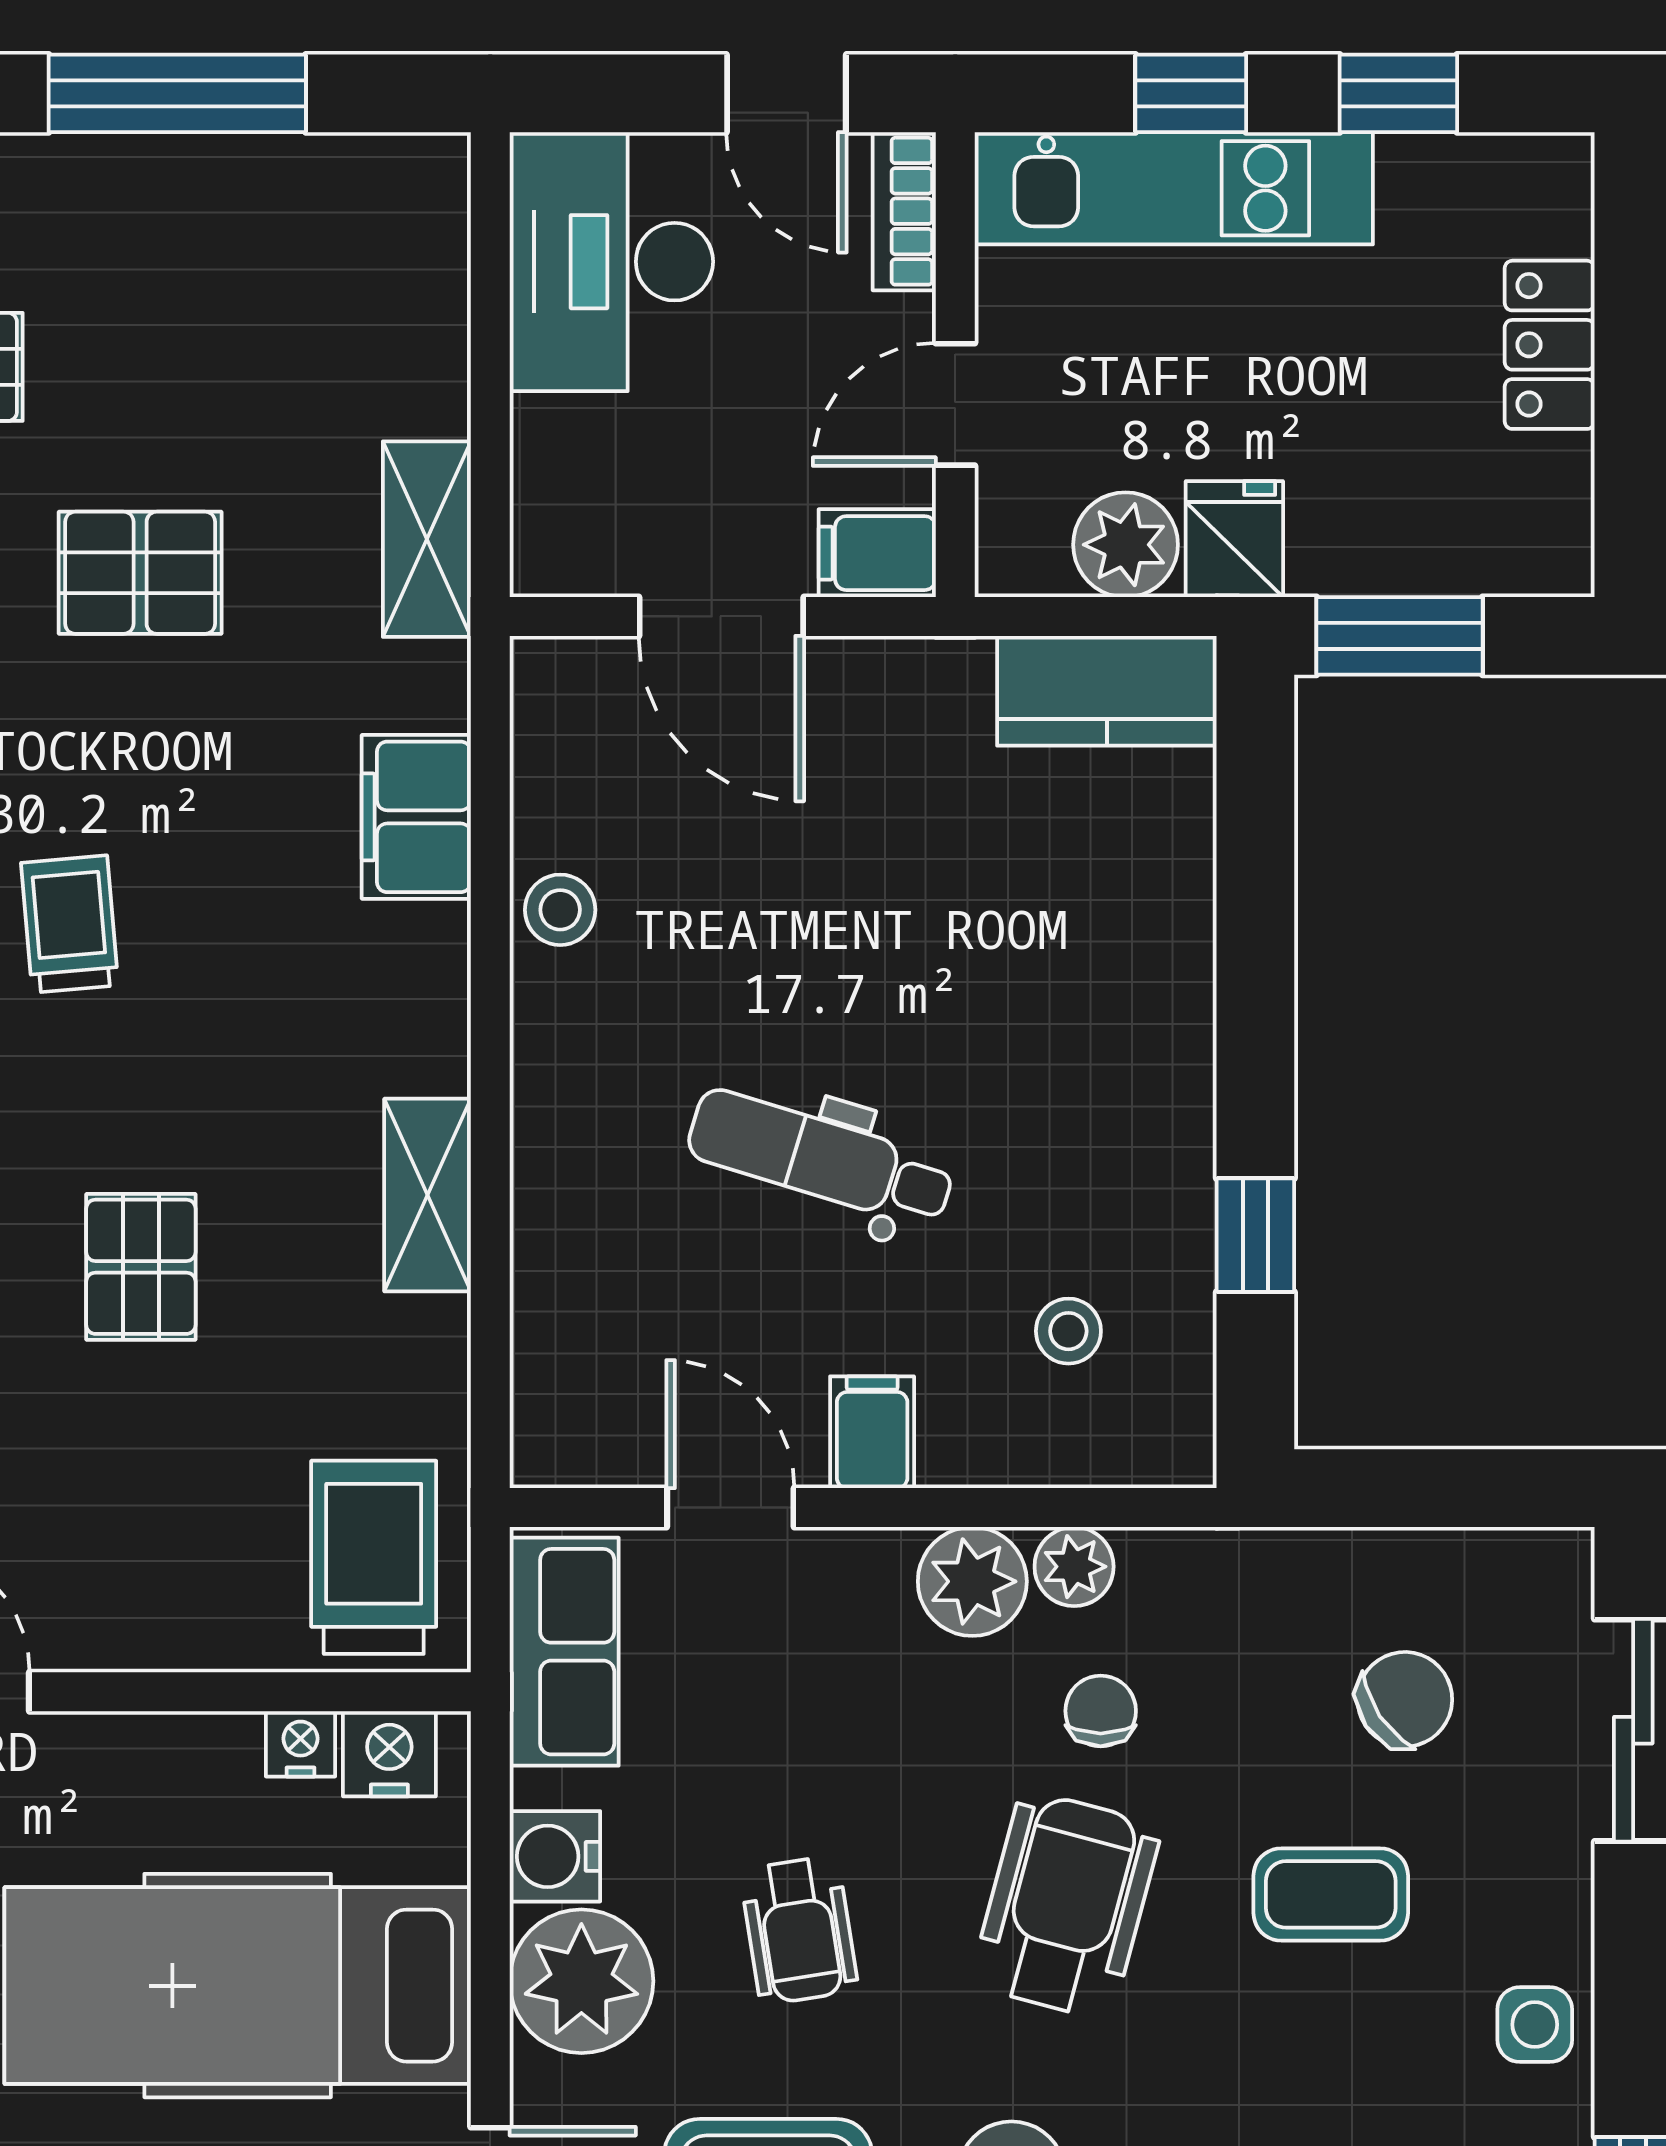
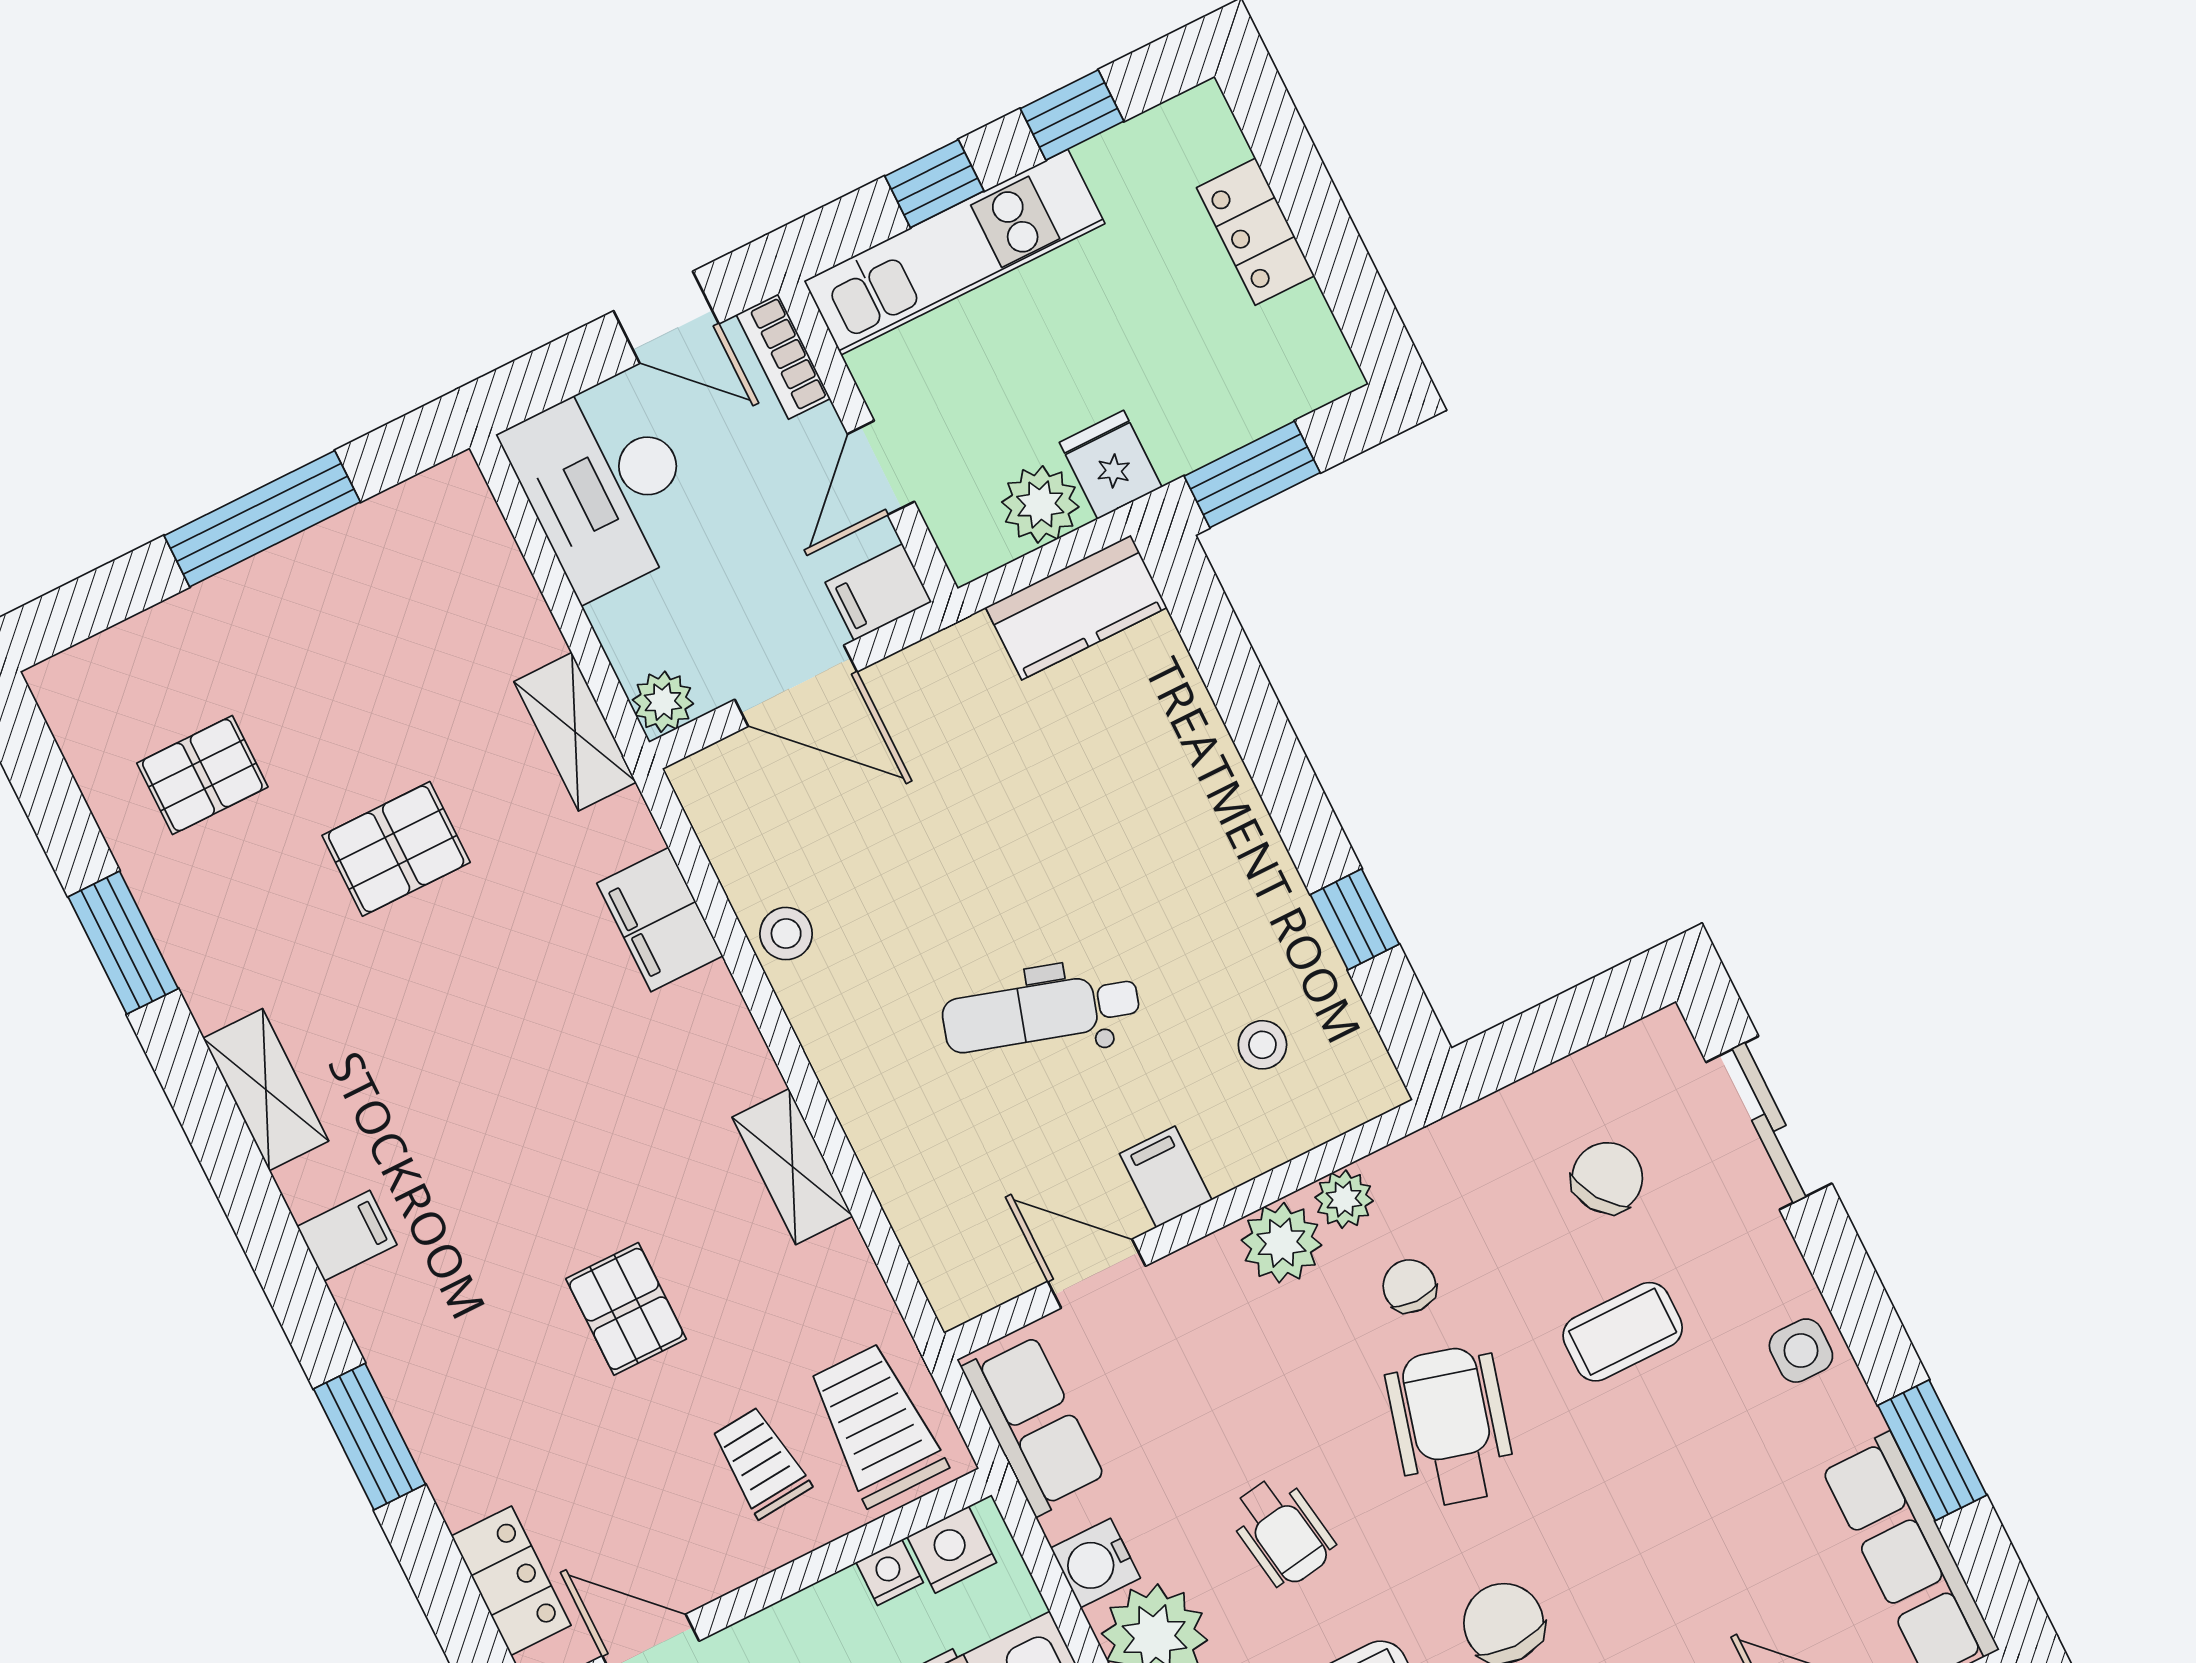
plant: (551, 556) -> (663, 702), added
trolley: (70, 924) -> (760, 1462), moved

